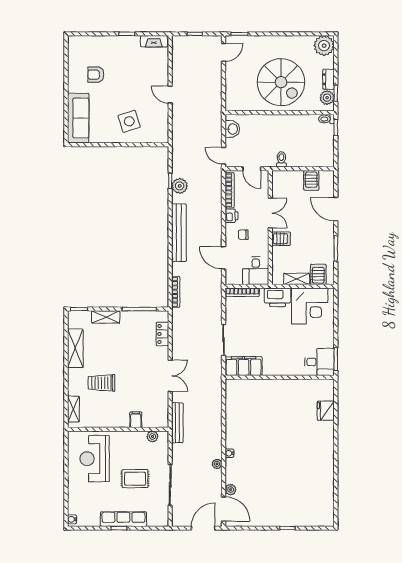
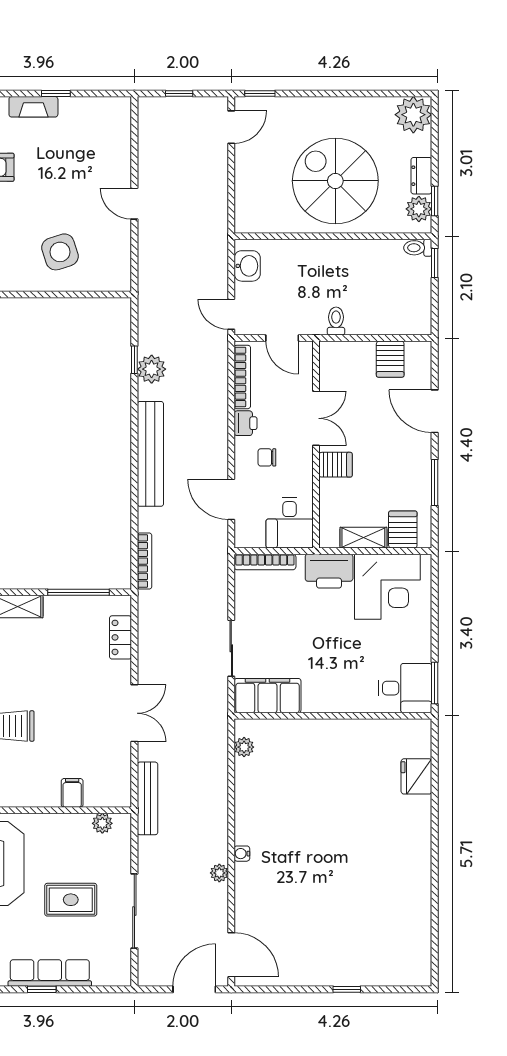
fireplace: (154, 41) -> (33, 107), moved
spiral stairs: (281, 82) -> (335, 181), turned 180
plant: (231, 490) -> (244, 747), moved

